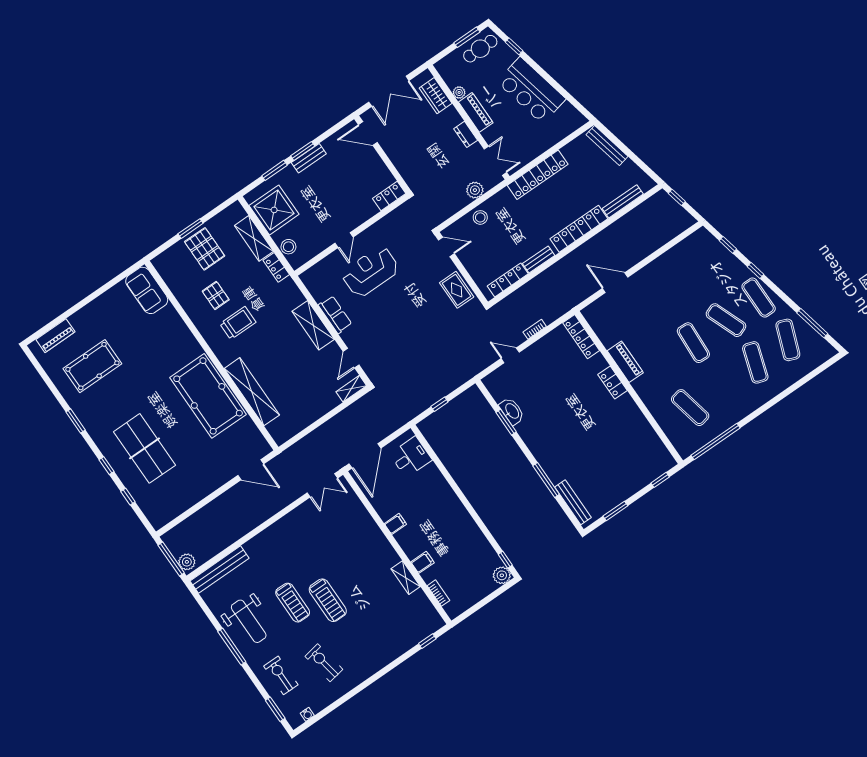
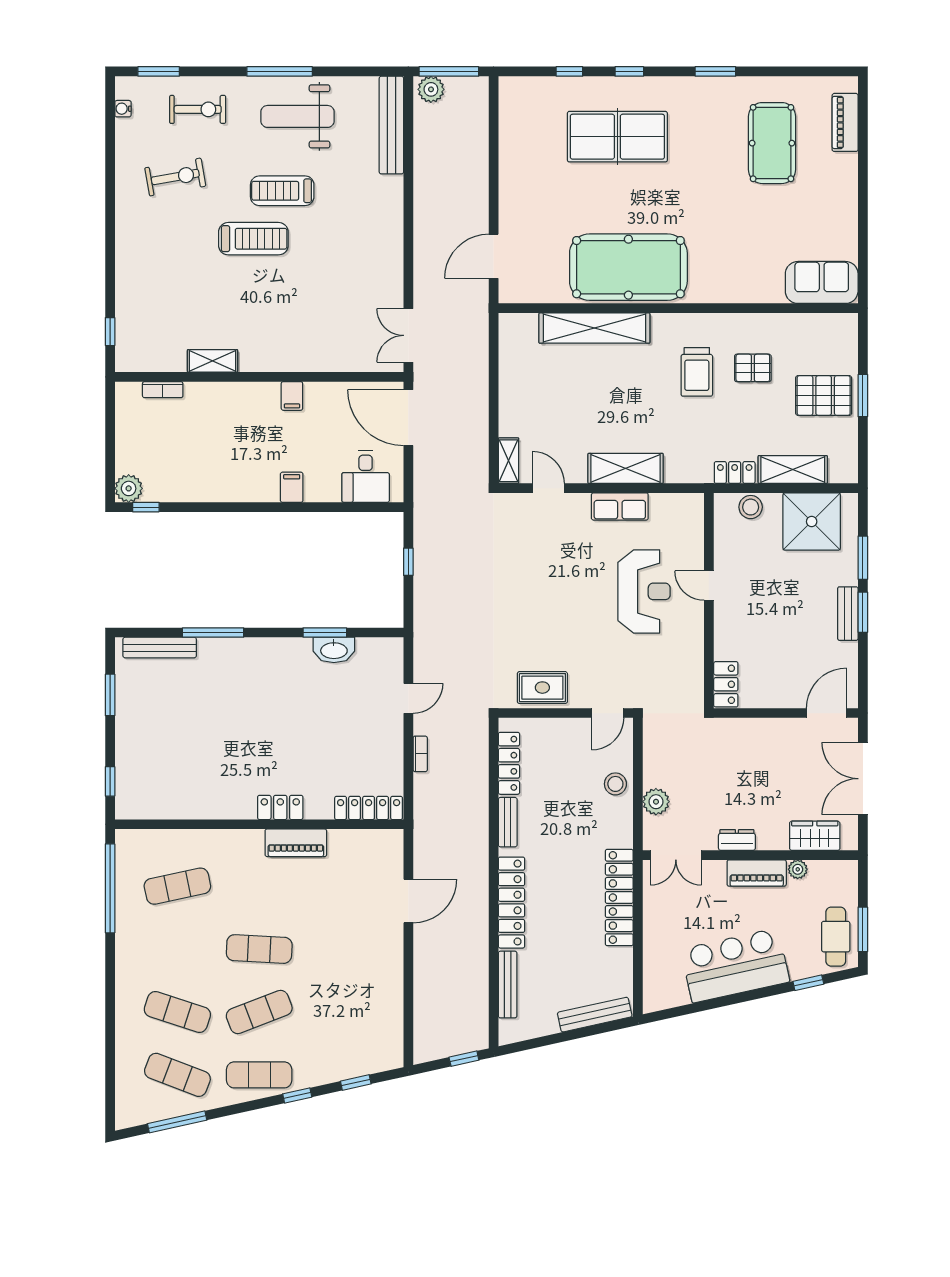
filing cabinet: (422, 562) -> (292, 487), moved, turned 180
treadmill: (328, 600) -> (253, 239), turned 180

